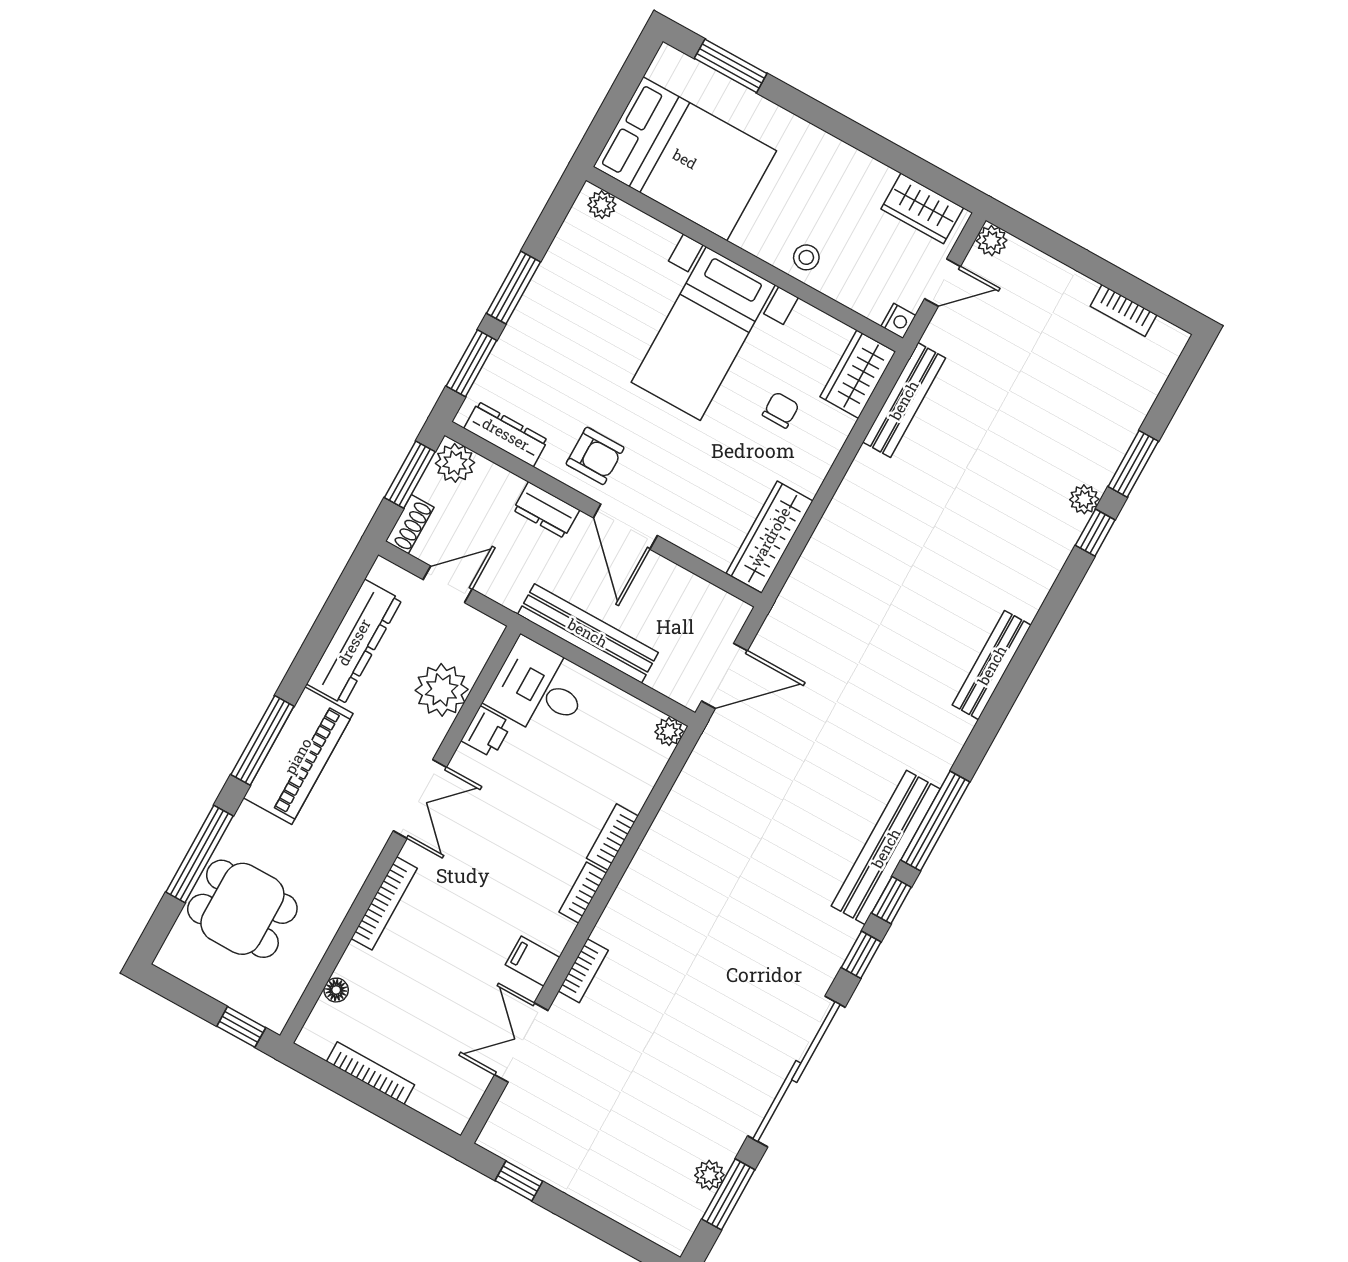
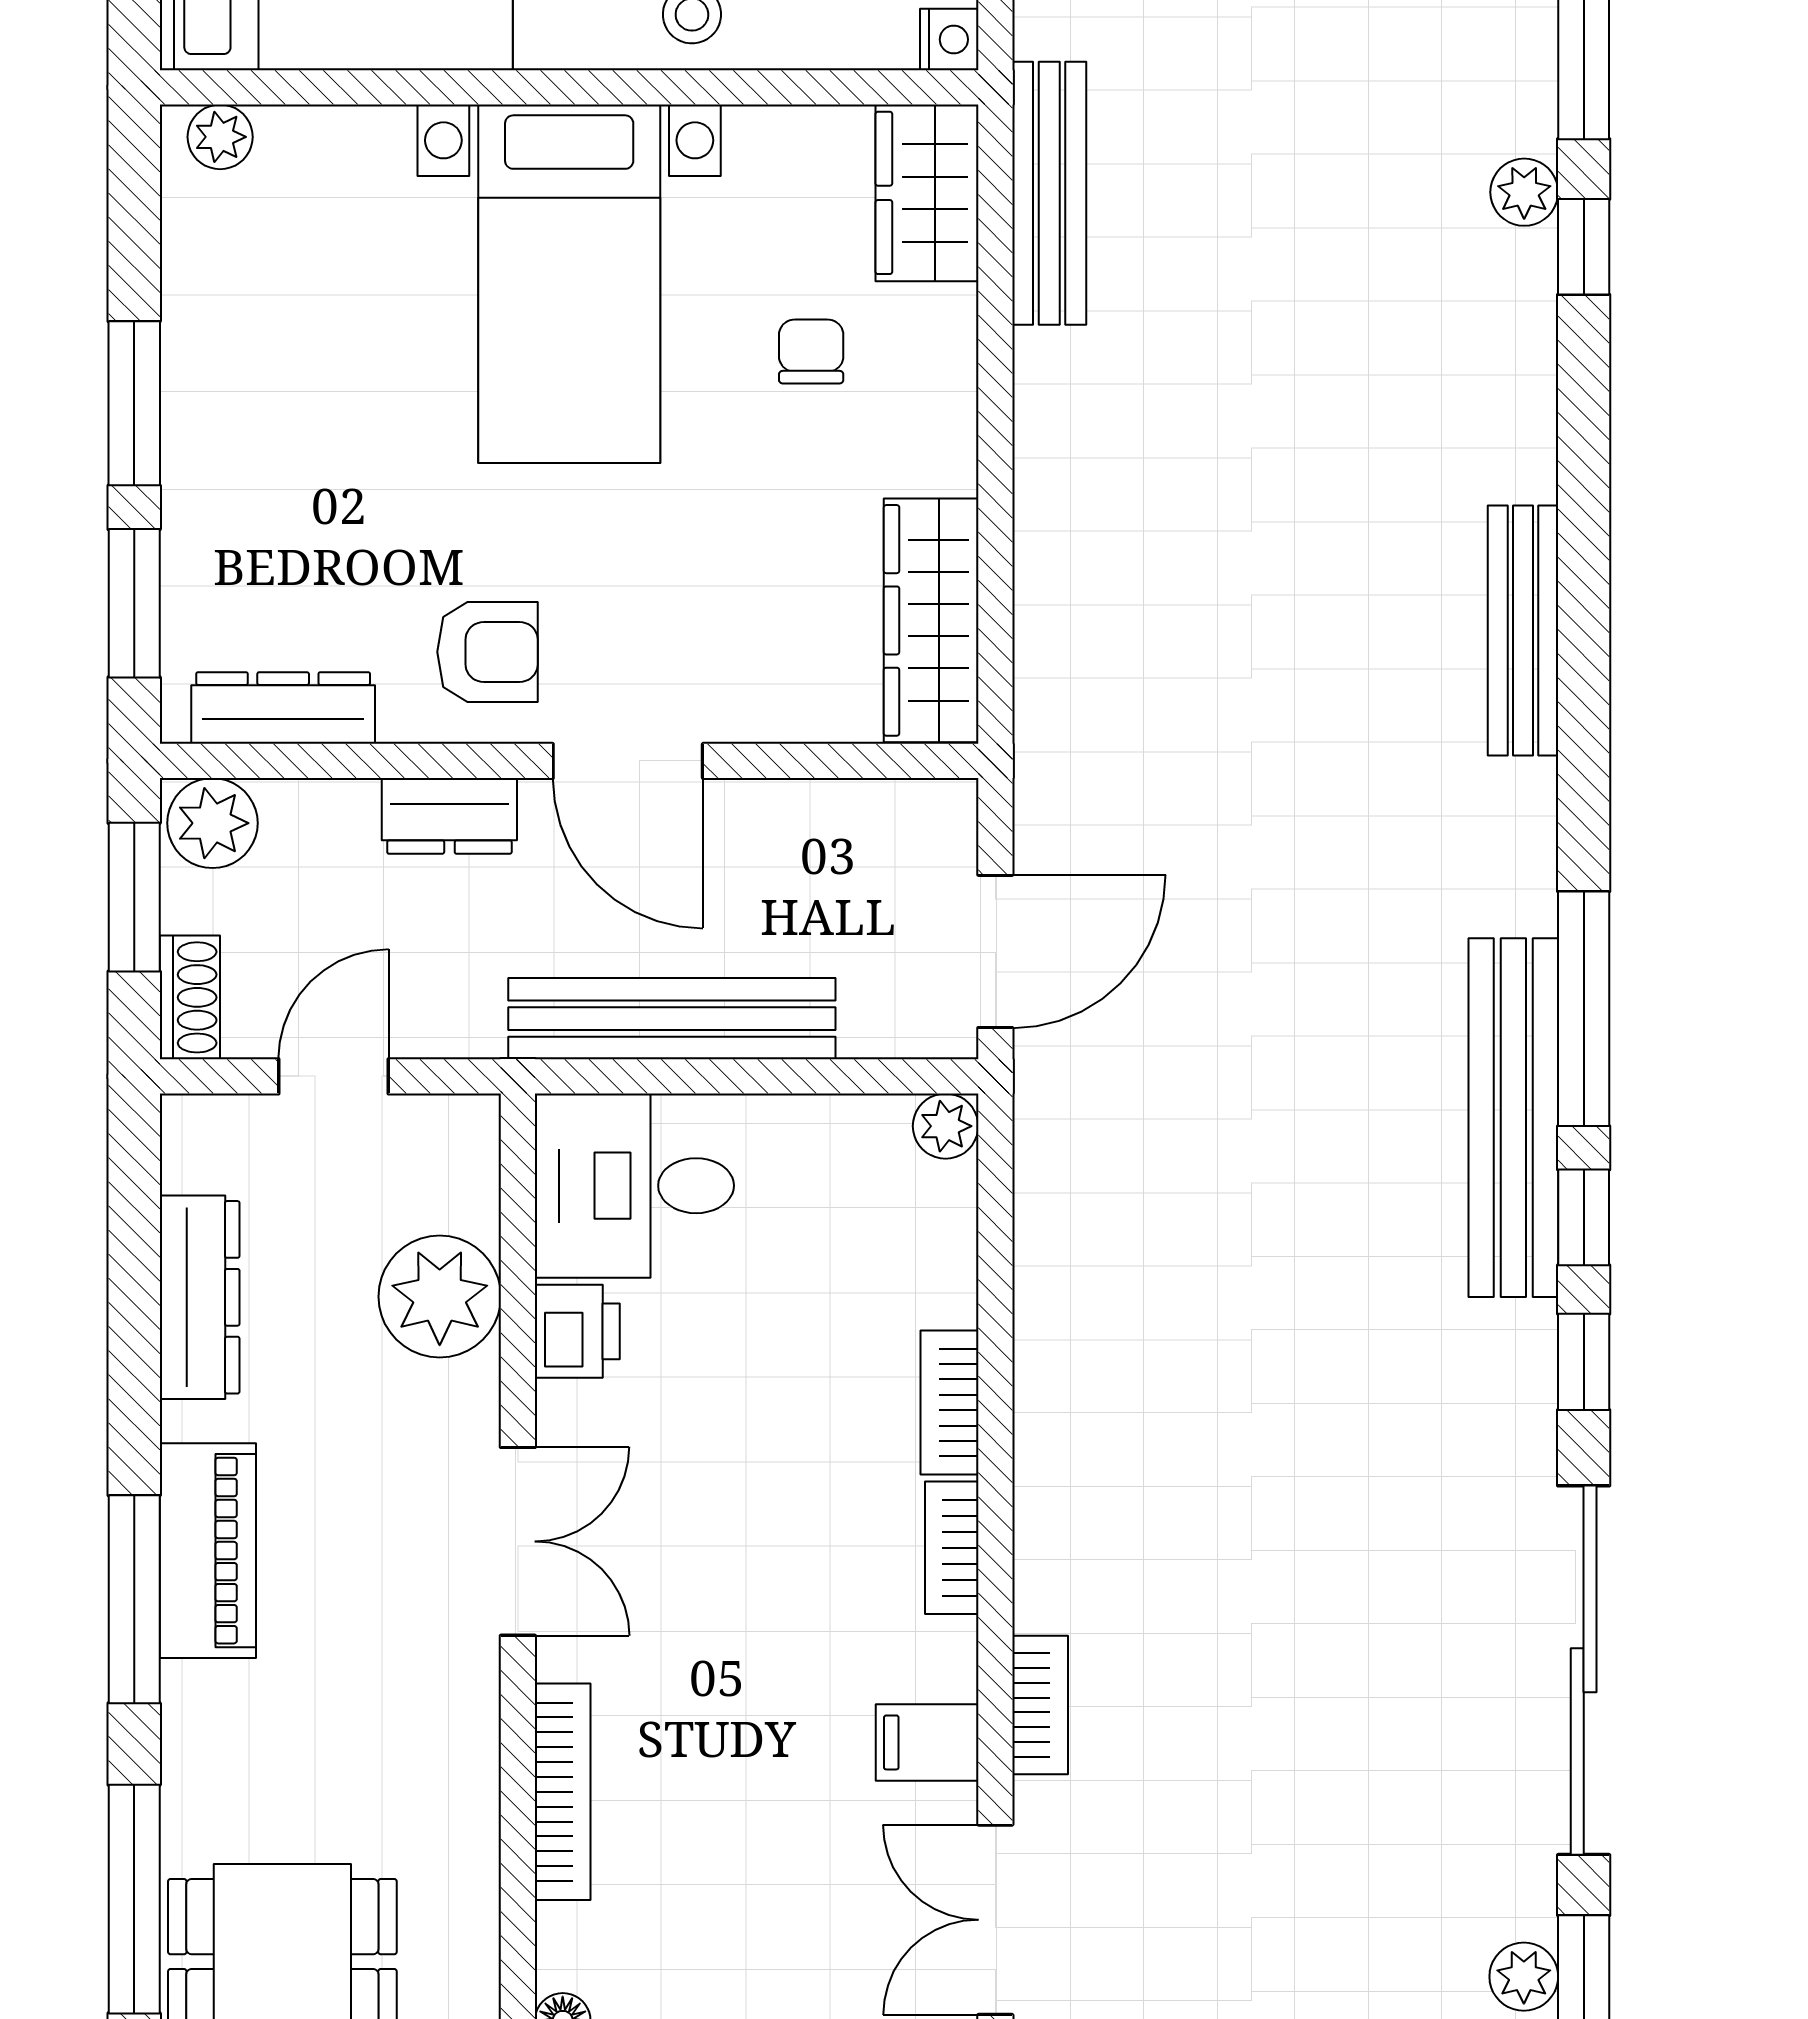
dresser: (354, 642) -> (200, 1297), width x0.73, depth x0.80
piano: (298, 756) -> (208, 1551), width x0.73, depth x0.75

